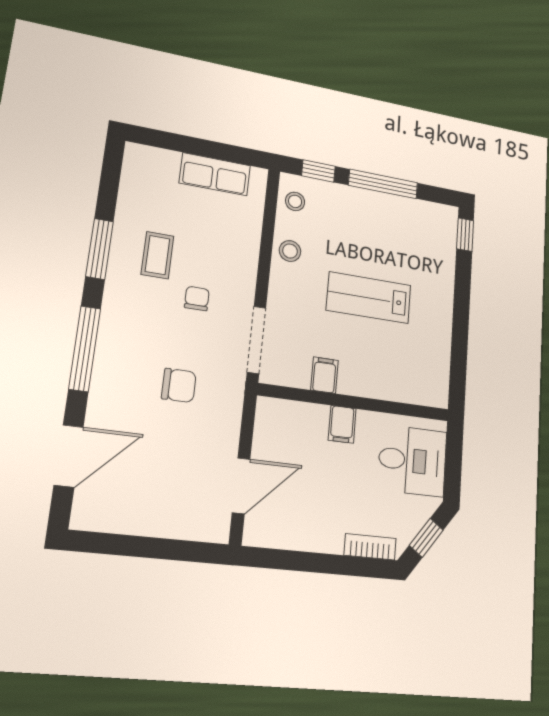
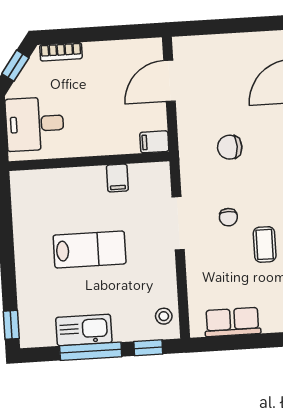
kitchen sink: (388, 209) -> (84, 330), added
stool: (290, 251) -> (161, 273), removed
doorway: (256, 340) -> (178, 223), moved
filing cabinet: (342, 424) -> (154, 142), moved, turned -90

